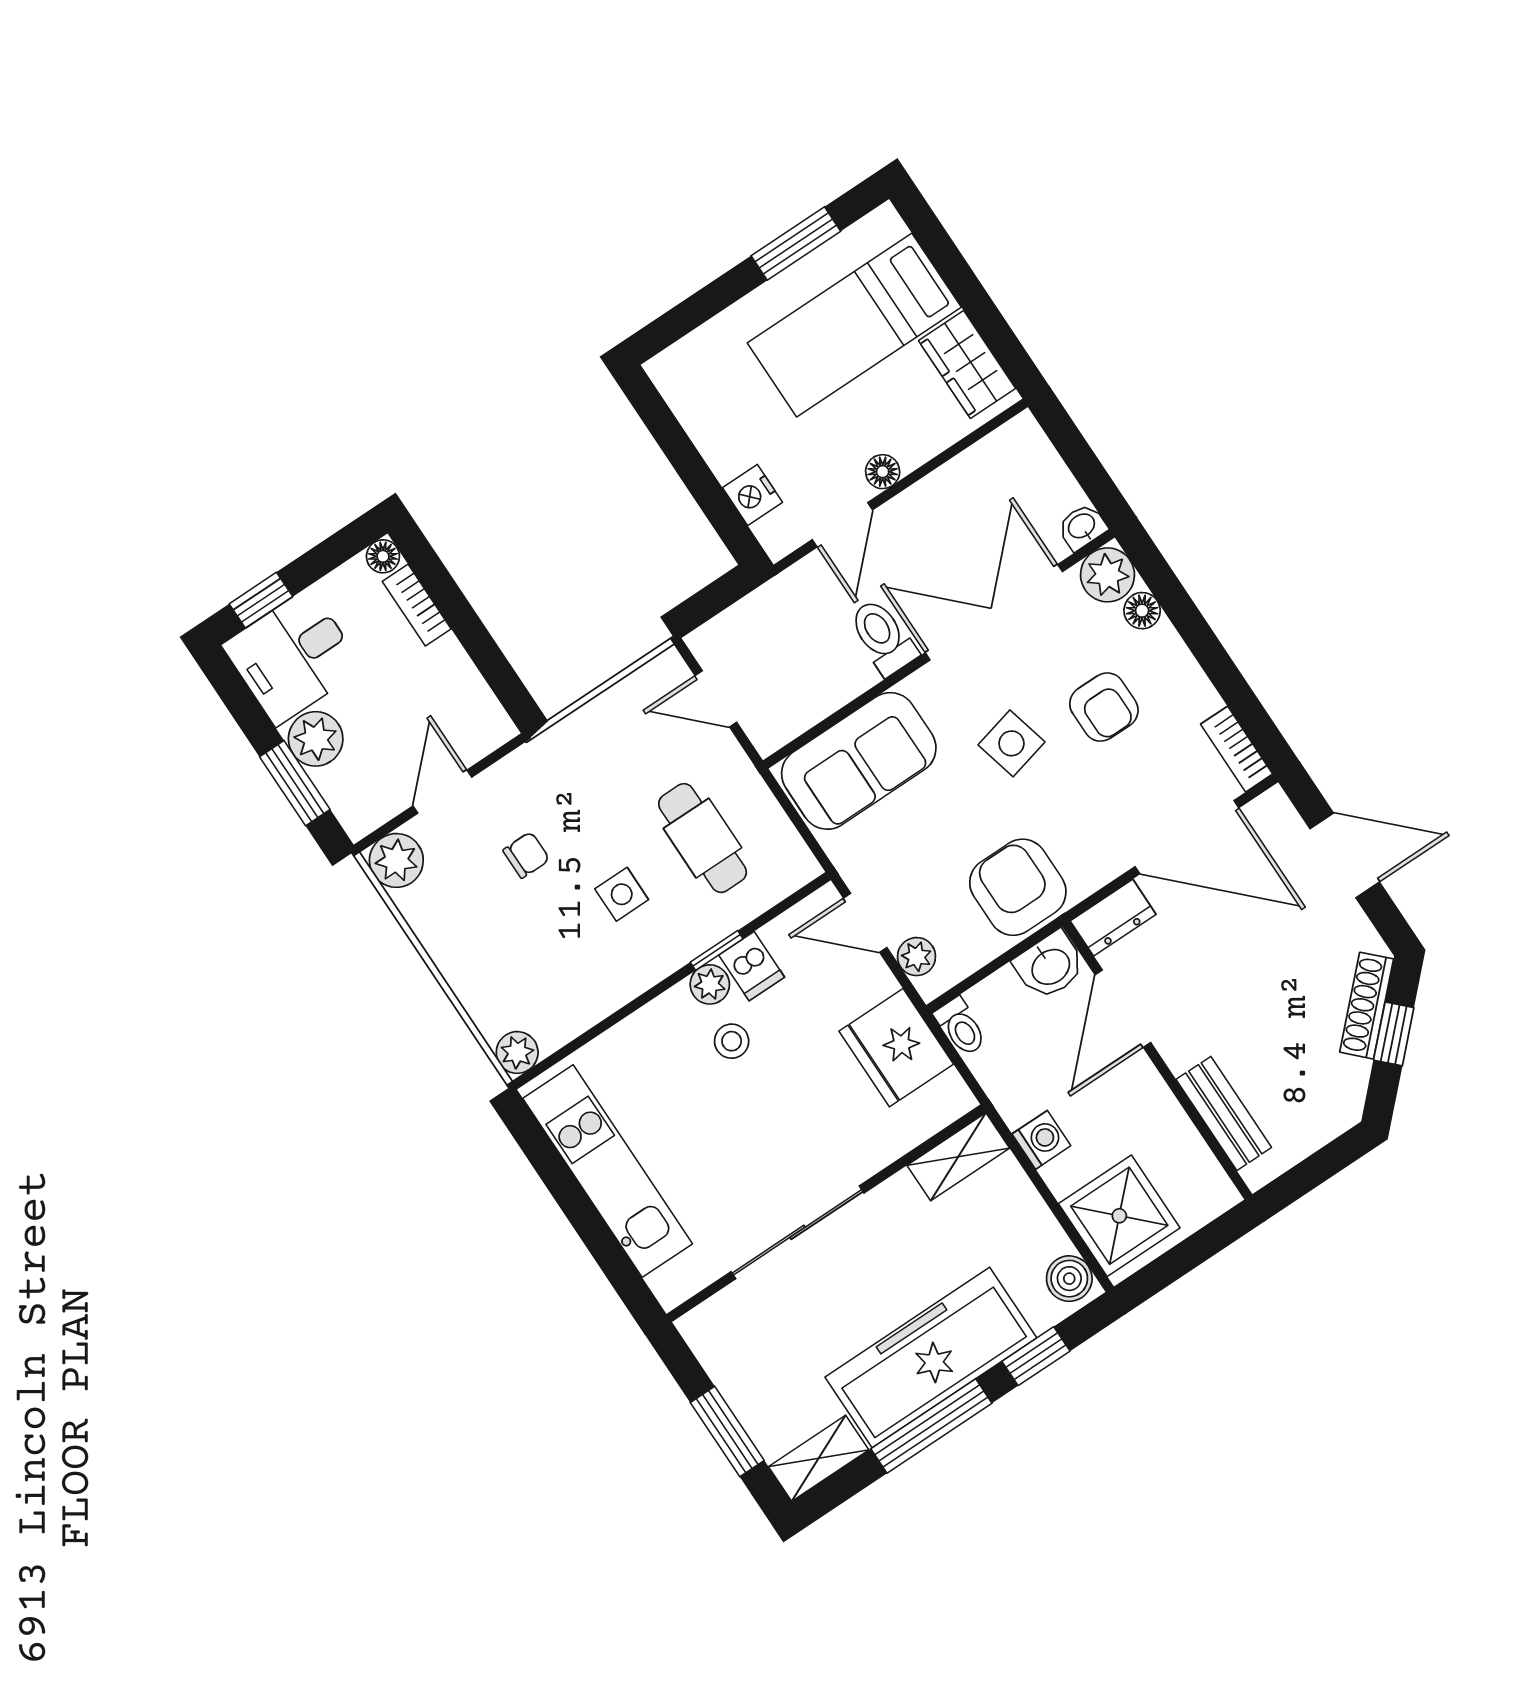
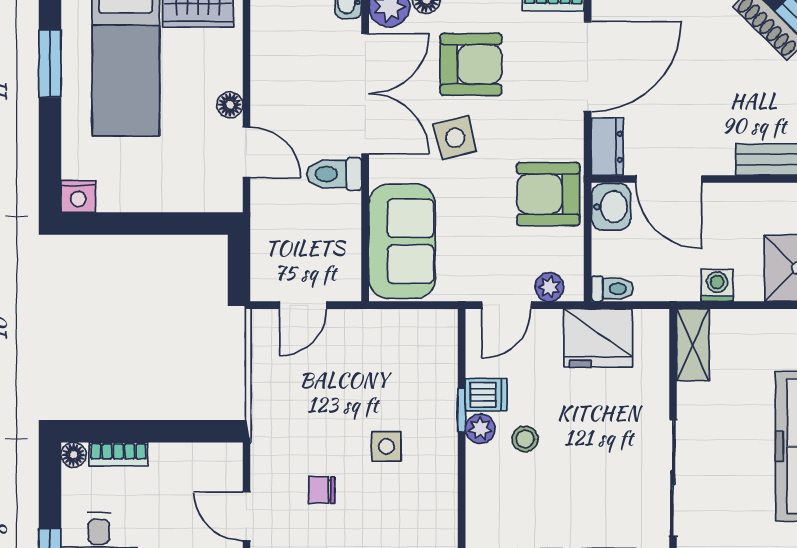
nightstand: (752, 495) -> (78, 196), moved
double door: (994, 612) -> (365, 94), swing flipped
armchair: (1104, 707) -> (471, 64), width x1.38, depth x1.38
cafe table: (703, 838) -> (385, 372), removed
chair: (526, 855) -> (322, 490), turned -90

